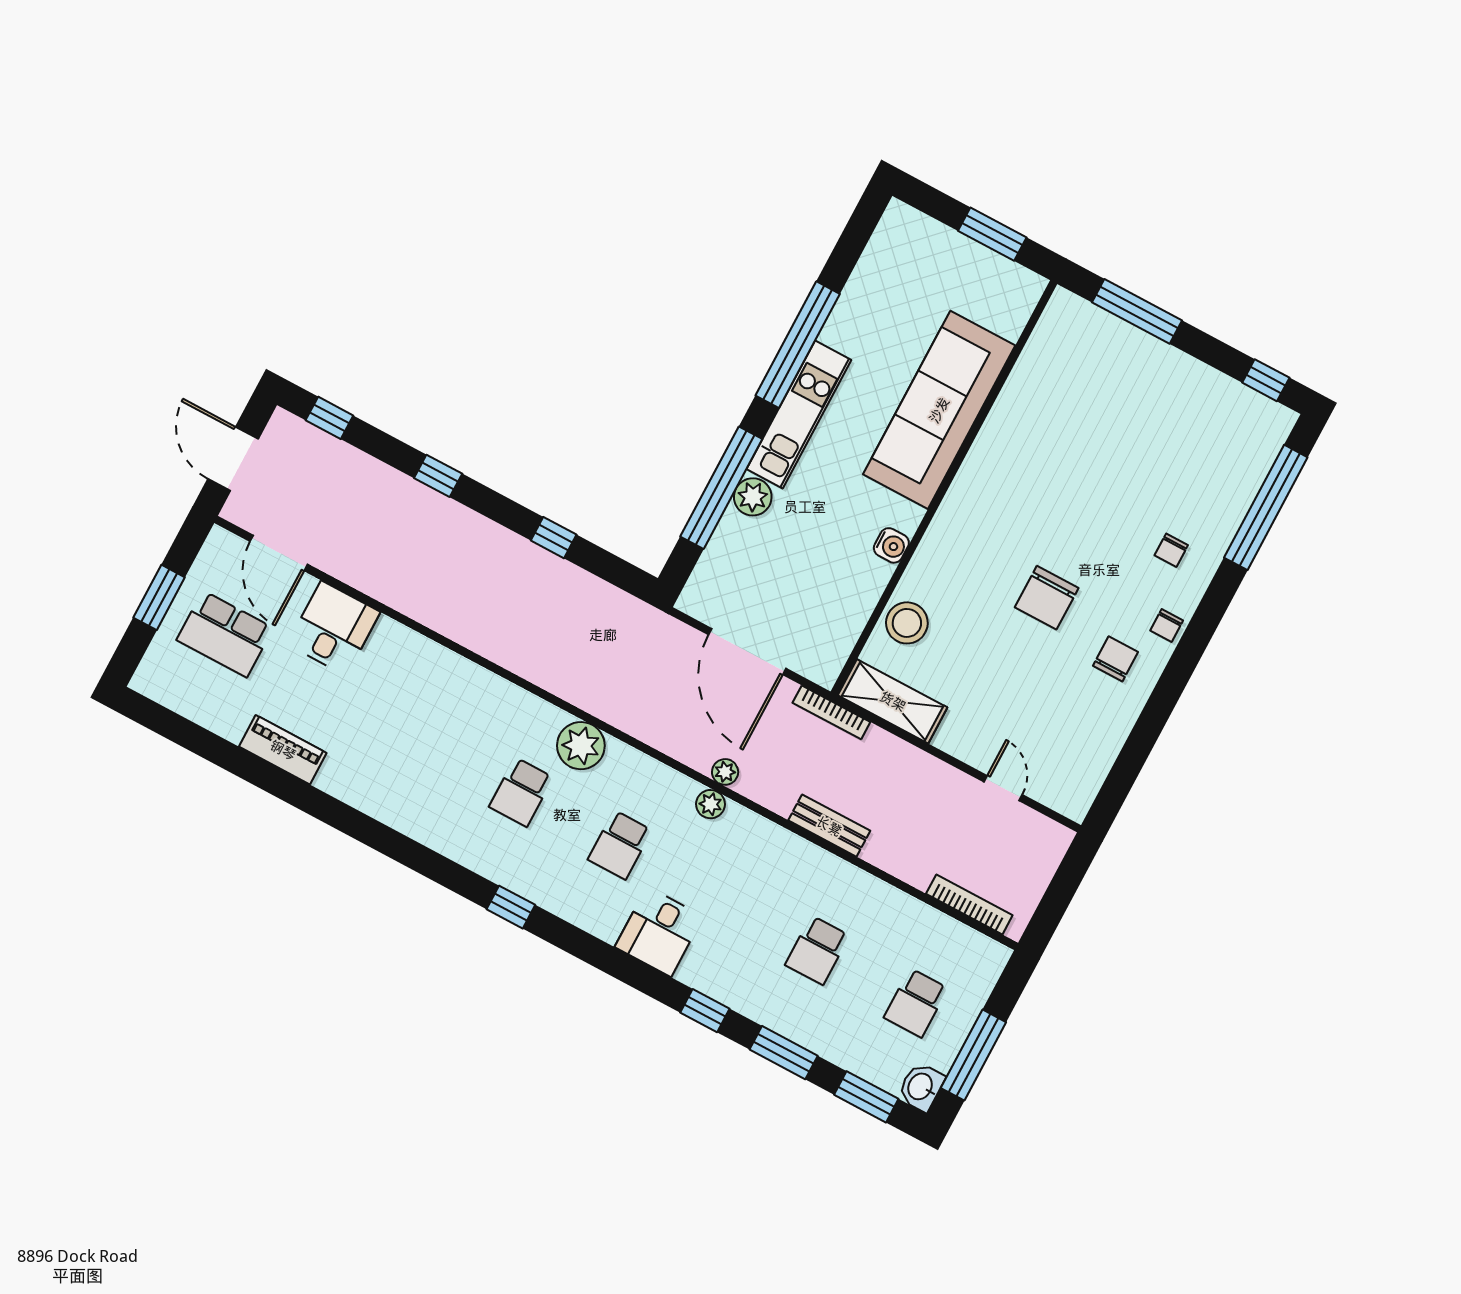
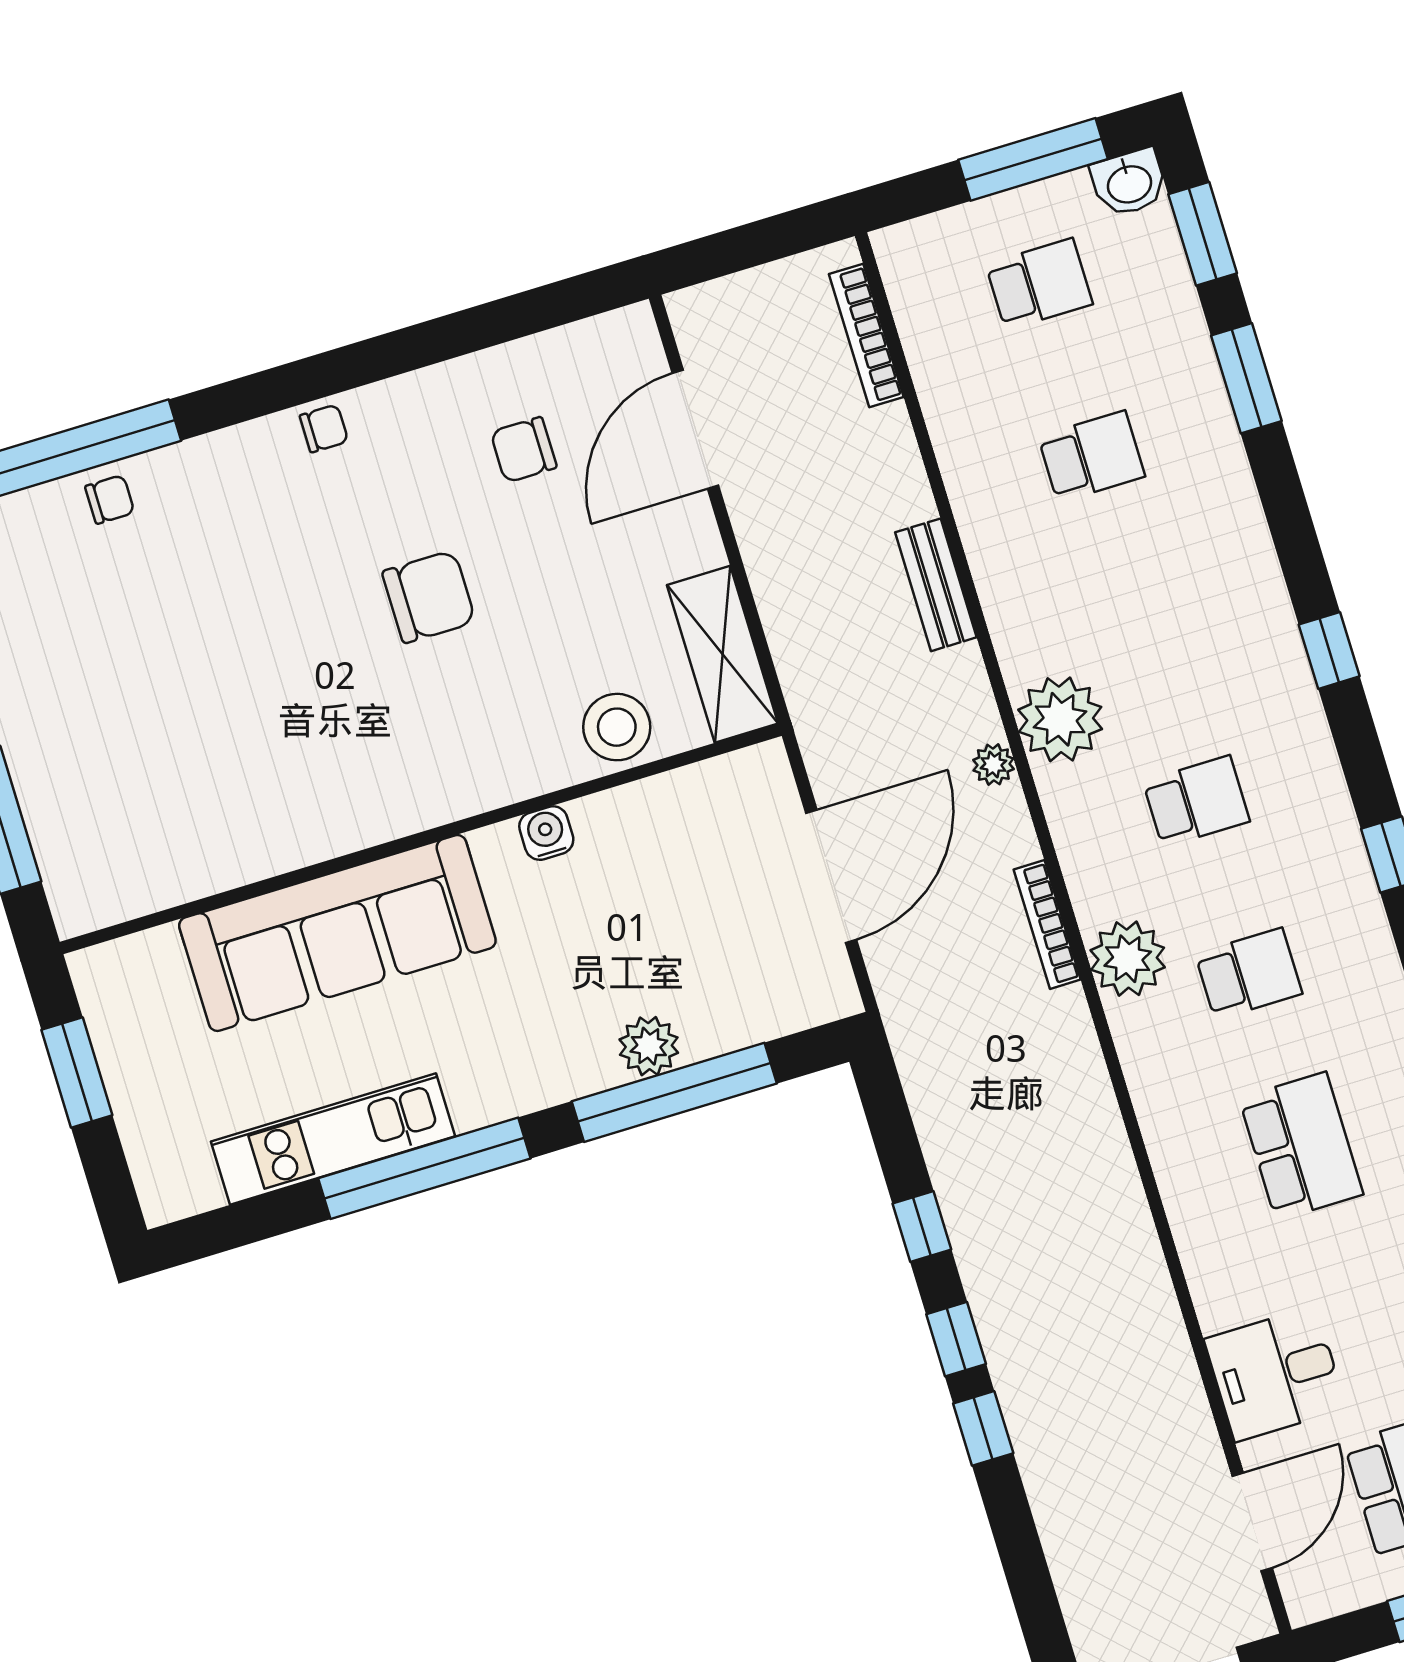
kitchen unit: (799, 415) -> (333, 1139), moved
window: (329, 418) -> (956, 1339), moved
chair: (1171, 550) -> (110, 499), moved
chair: (1115, 659) -> (524, 450), moved
bookcase: (831, 712) -> (1047, 925), moved, turned 180
school desk: (422, 739) -> (1301, 1146), added
door: (1003, 788) -> (695, 429), width x1.87
plant: (711, 804) -> (1060, 719), width x1.88, depth x1.88
desk: (659, 932) -> (1251, 658), removed
window: (705, 1011) -> (1329, 650), moved

